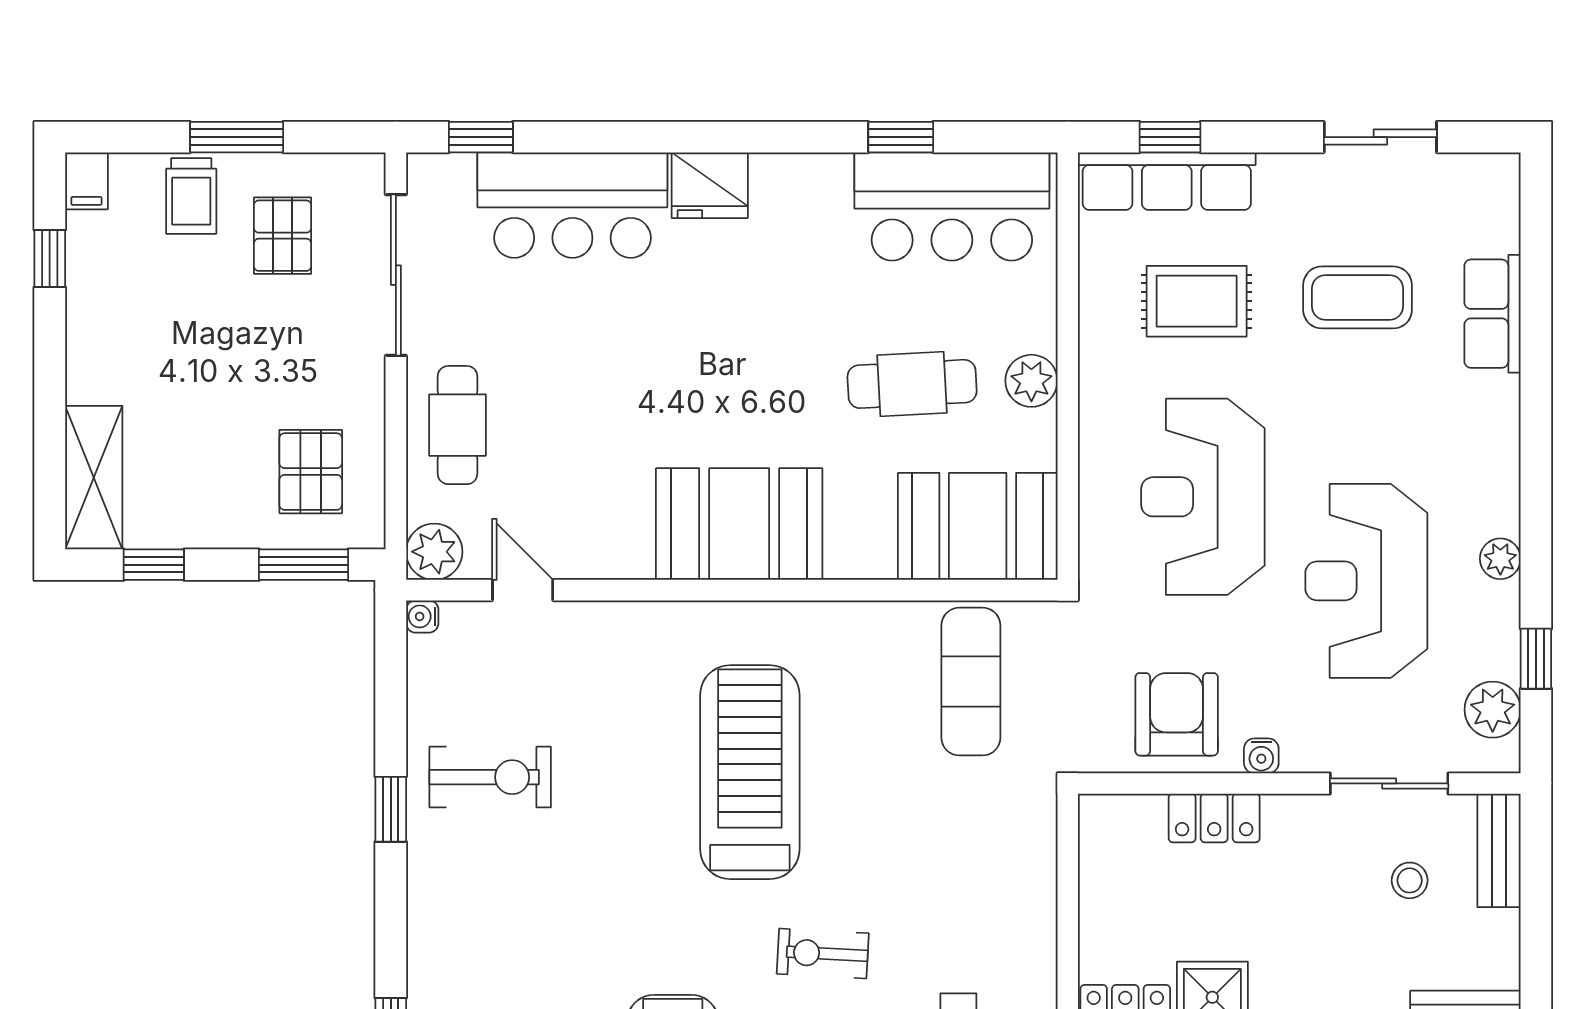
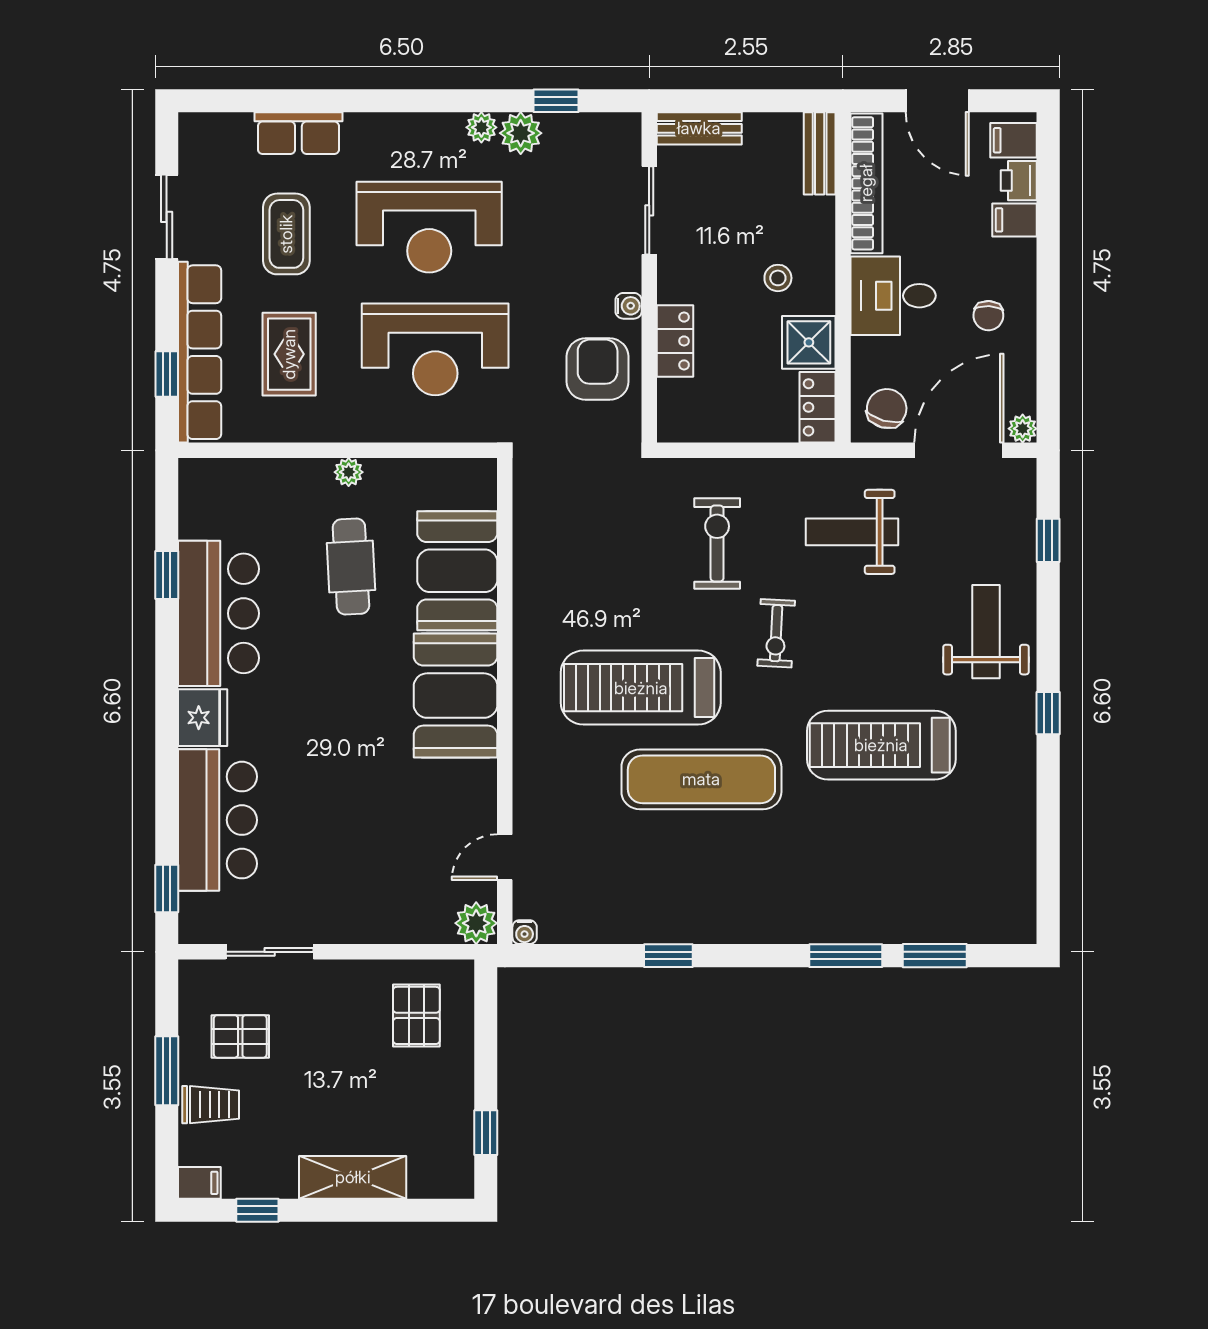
row of seats: (1167, 181) -> (200, 352), width x1.36
bar counter: (952, 206) -> (218, 613), moved
sliding door: (396, 275) -> (270, 952), width x0.73
plant: (1031, 381) -> (349, 472), width x0.73, depth x0.73
cafe table: (458, 425) -> (382, 906), removed
pallet: (311, 472) -> (416, 1015), turned 90
shelving: (94, 478) -> (353, 1177), moved
booth: (978, 526) -> (457, 571), moved
window: (304, 565) -> (486, 1021), removed
reception desk: (1366, 581) -> (429, 227), moved
exercise mat: (971, 682) -> (701, 779), moved, width x1.36, depth x1.45
plant: (1493, 710) -> (521, 133), moved
armchair: (1177, 714) -> (598, 369), turned 90
exercise bike: (490, 777) -> (717, 544), moved
stool: (1410, 880) -> (778, 278), moved

